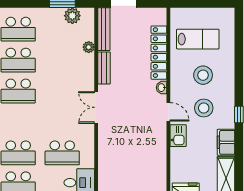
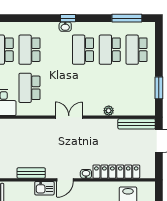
plant: (72, 16) -> (148, 97), removed
plant: (89, 47) -> (109, 111), moved
bench: (104, 68) -> (31, 173), moved

